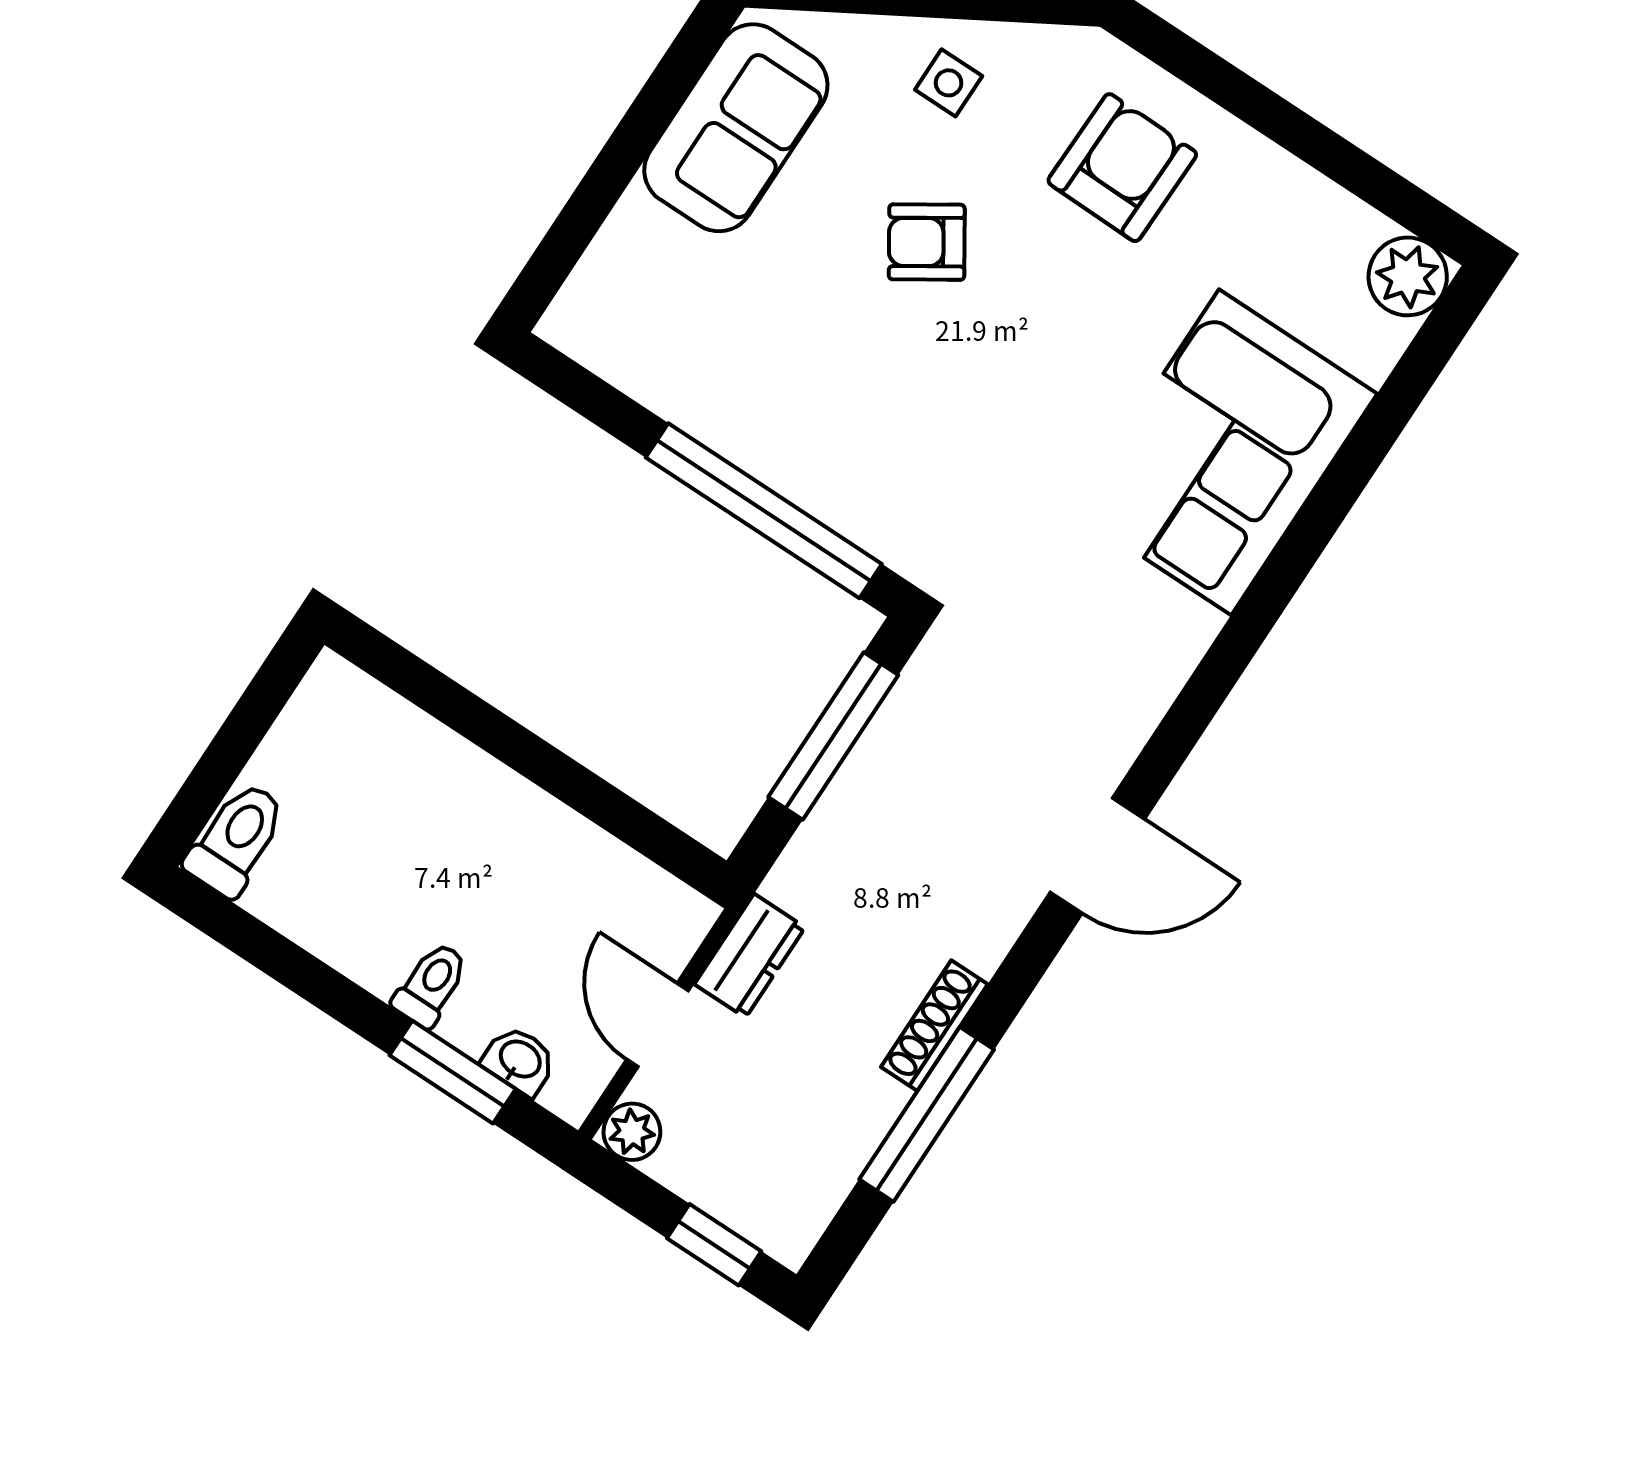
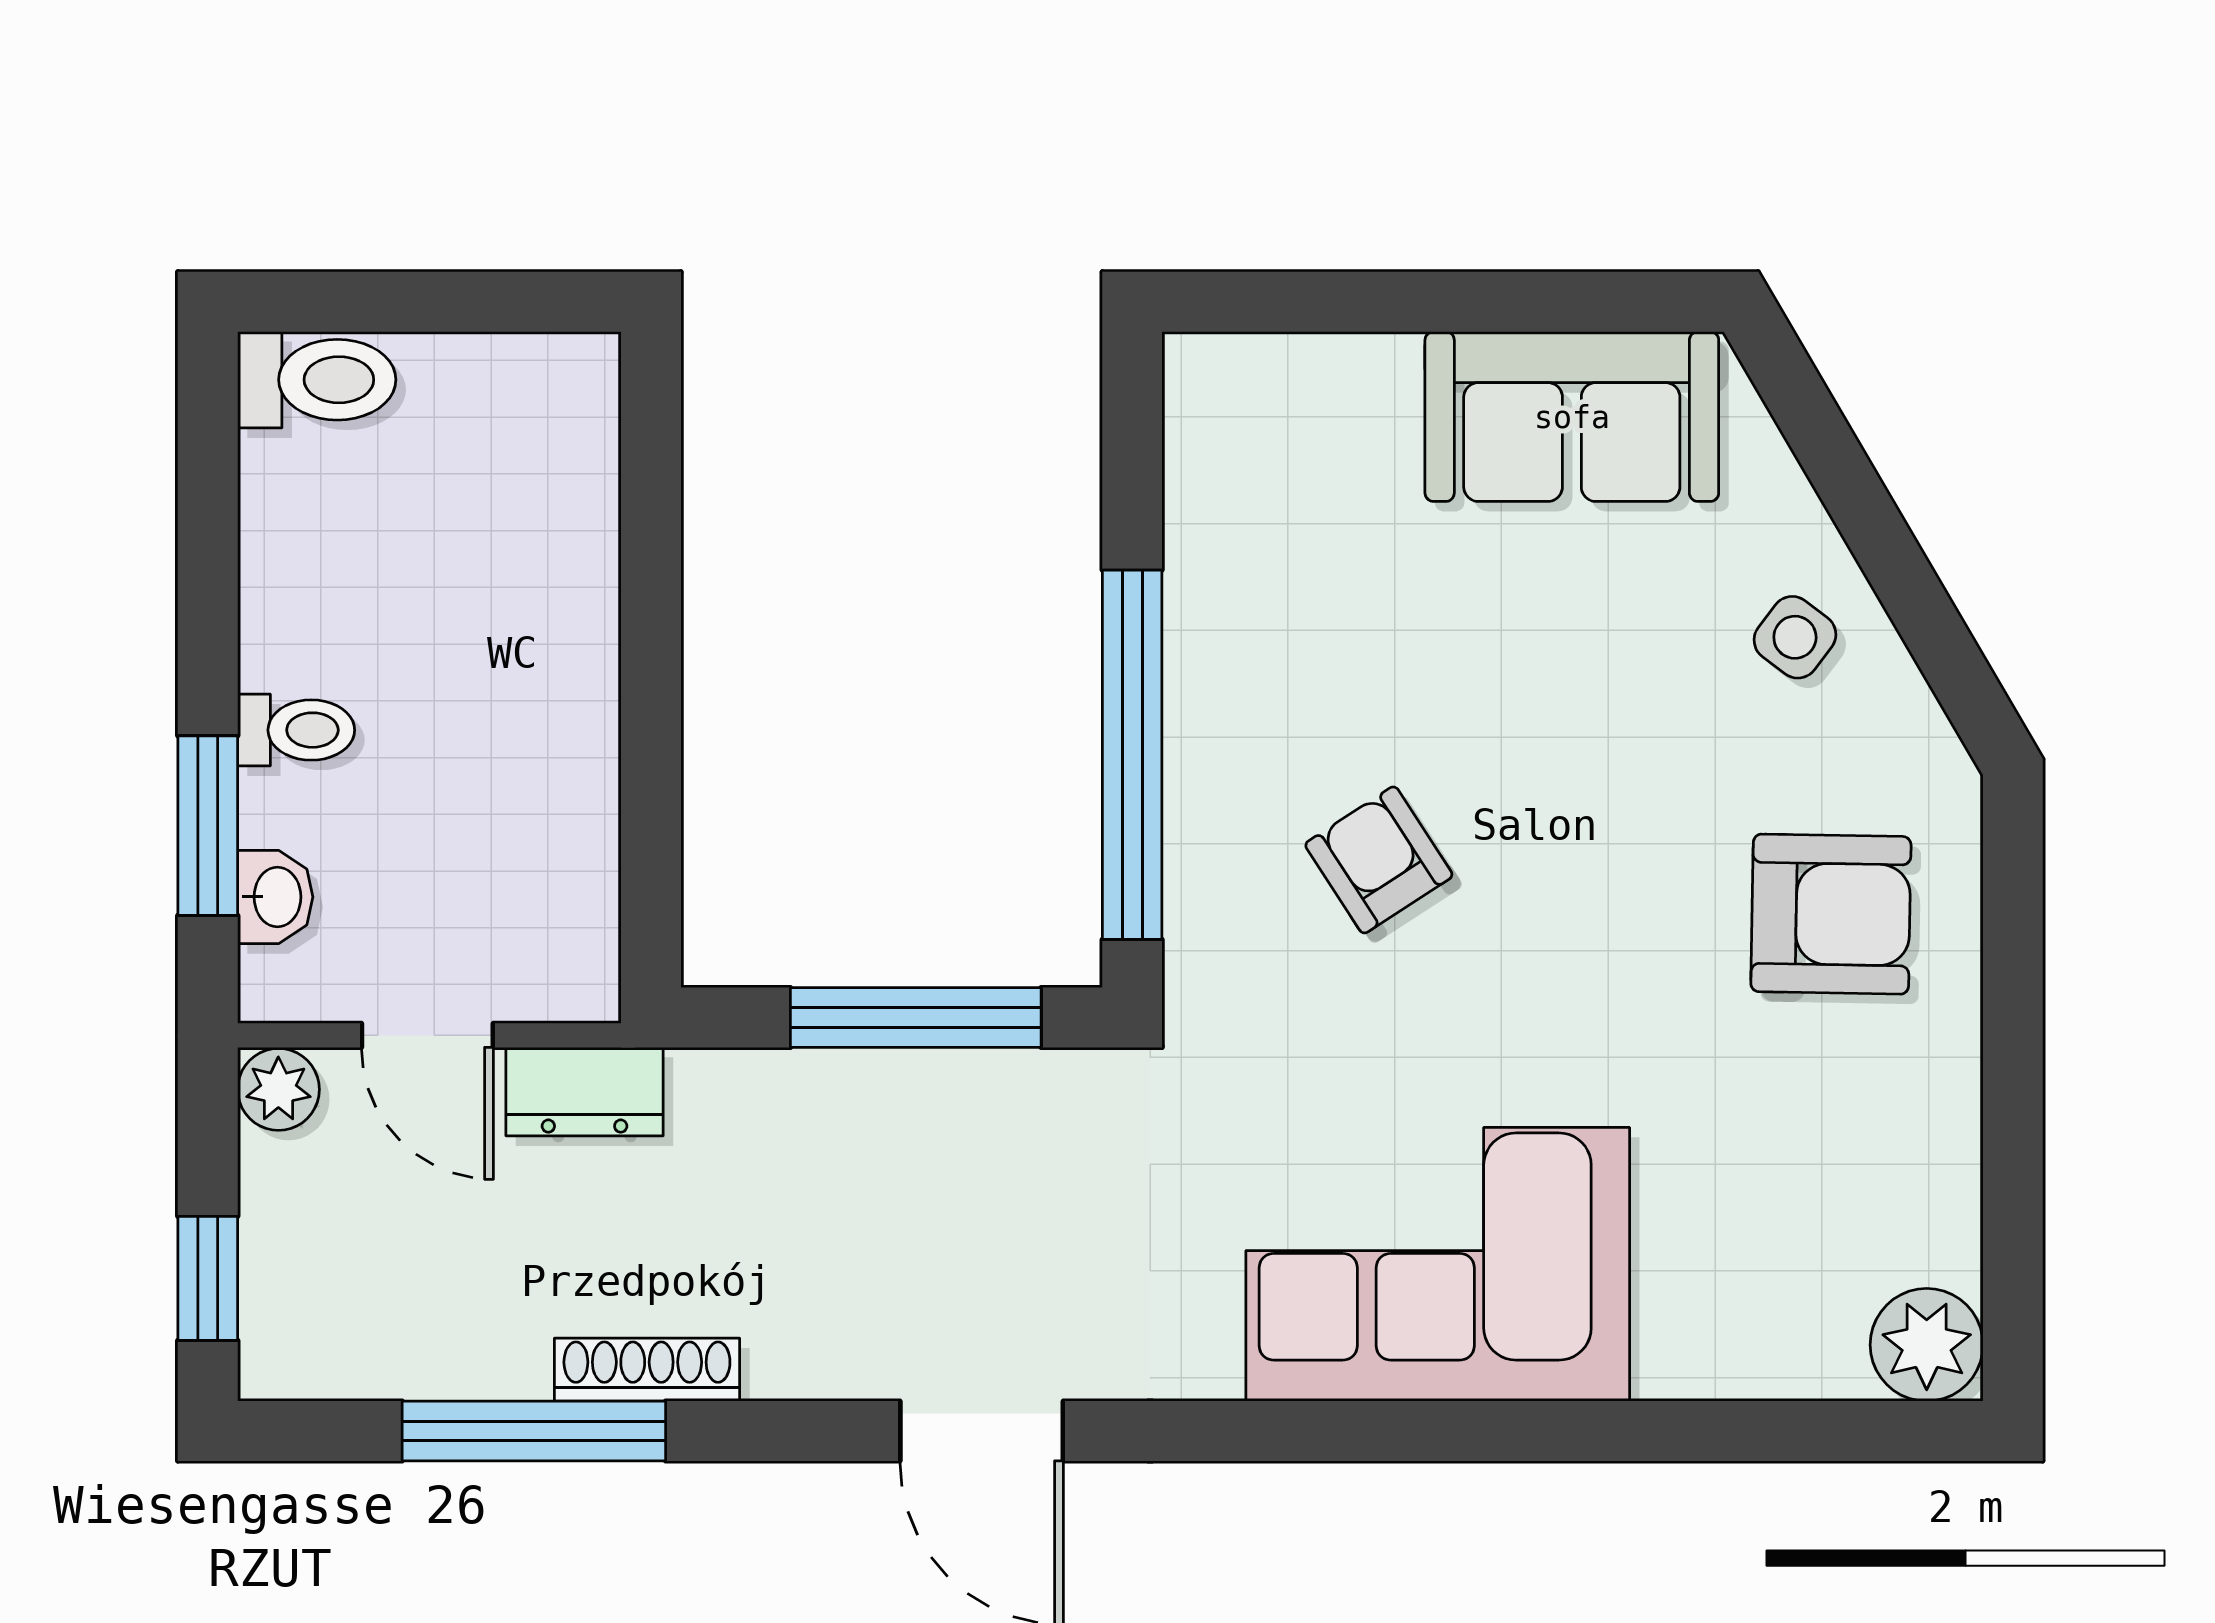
side table: (949, 83) -> (1795, 637), turned 37
armchair: (927, 242) -> (1379, 860), moved
corner sofa: (1225, 452) -> (1438, 1264), moved
door: (657, 1025) -> (427, 1035), swing flipped

